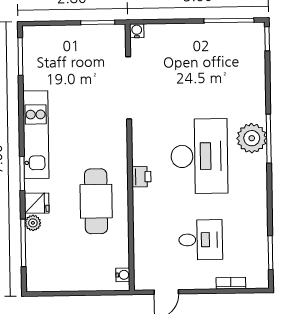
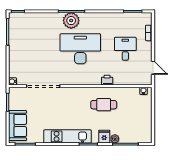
sofa: (55, 41) -> (18, 126), added
printer: (141, 177) -> (107, 80), moved
cafe table: (96, 201) -> (104, 105), width x0.73, depth x0.74

